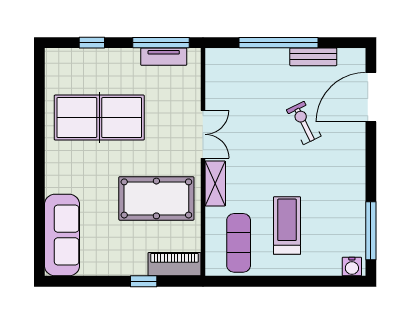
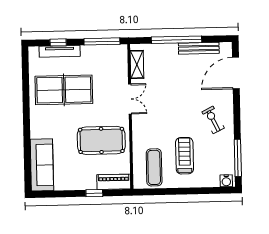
tv unit: (164, 57) -> (60, 51), moved, width x1.41
bench: (313, 57) -> (199, 48), width x1.36
exercise bike: (304, 123) -> (213, 120), moved
shelving: (215, 183) -> (137, 64), moved

